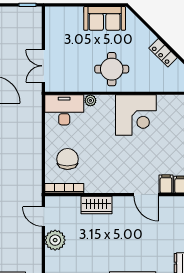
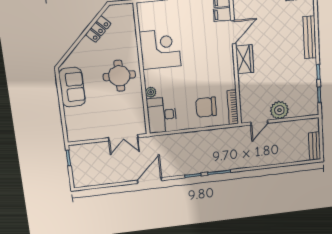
wardrobe: (96, 205) -> (245, 59), moved

